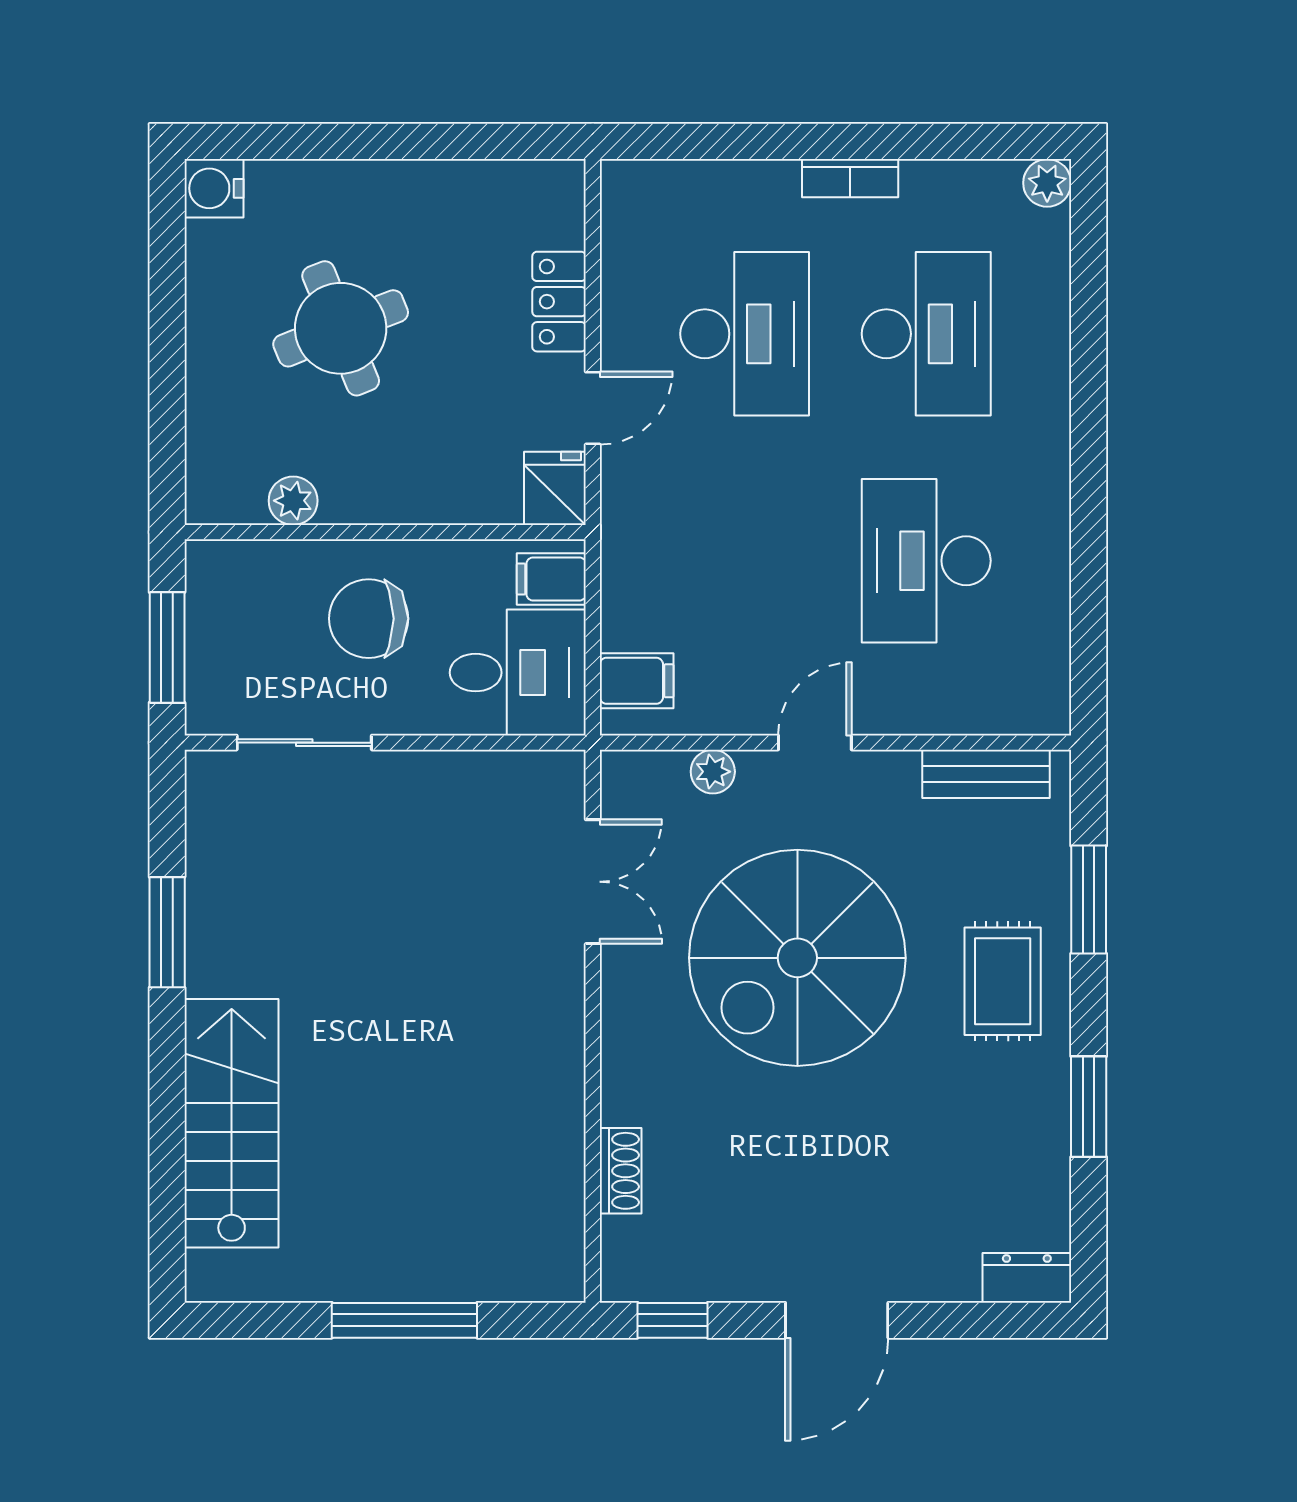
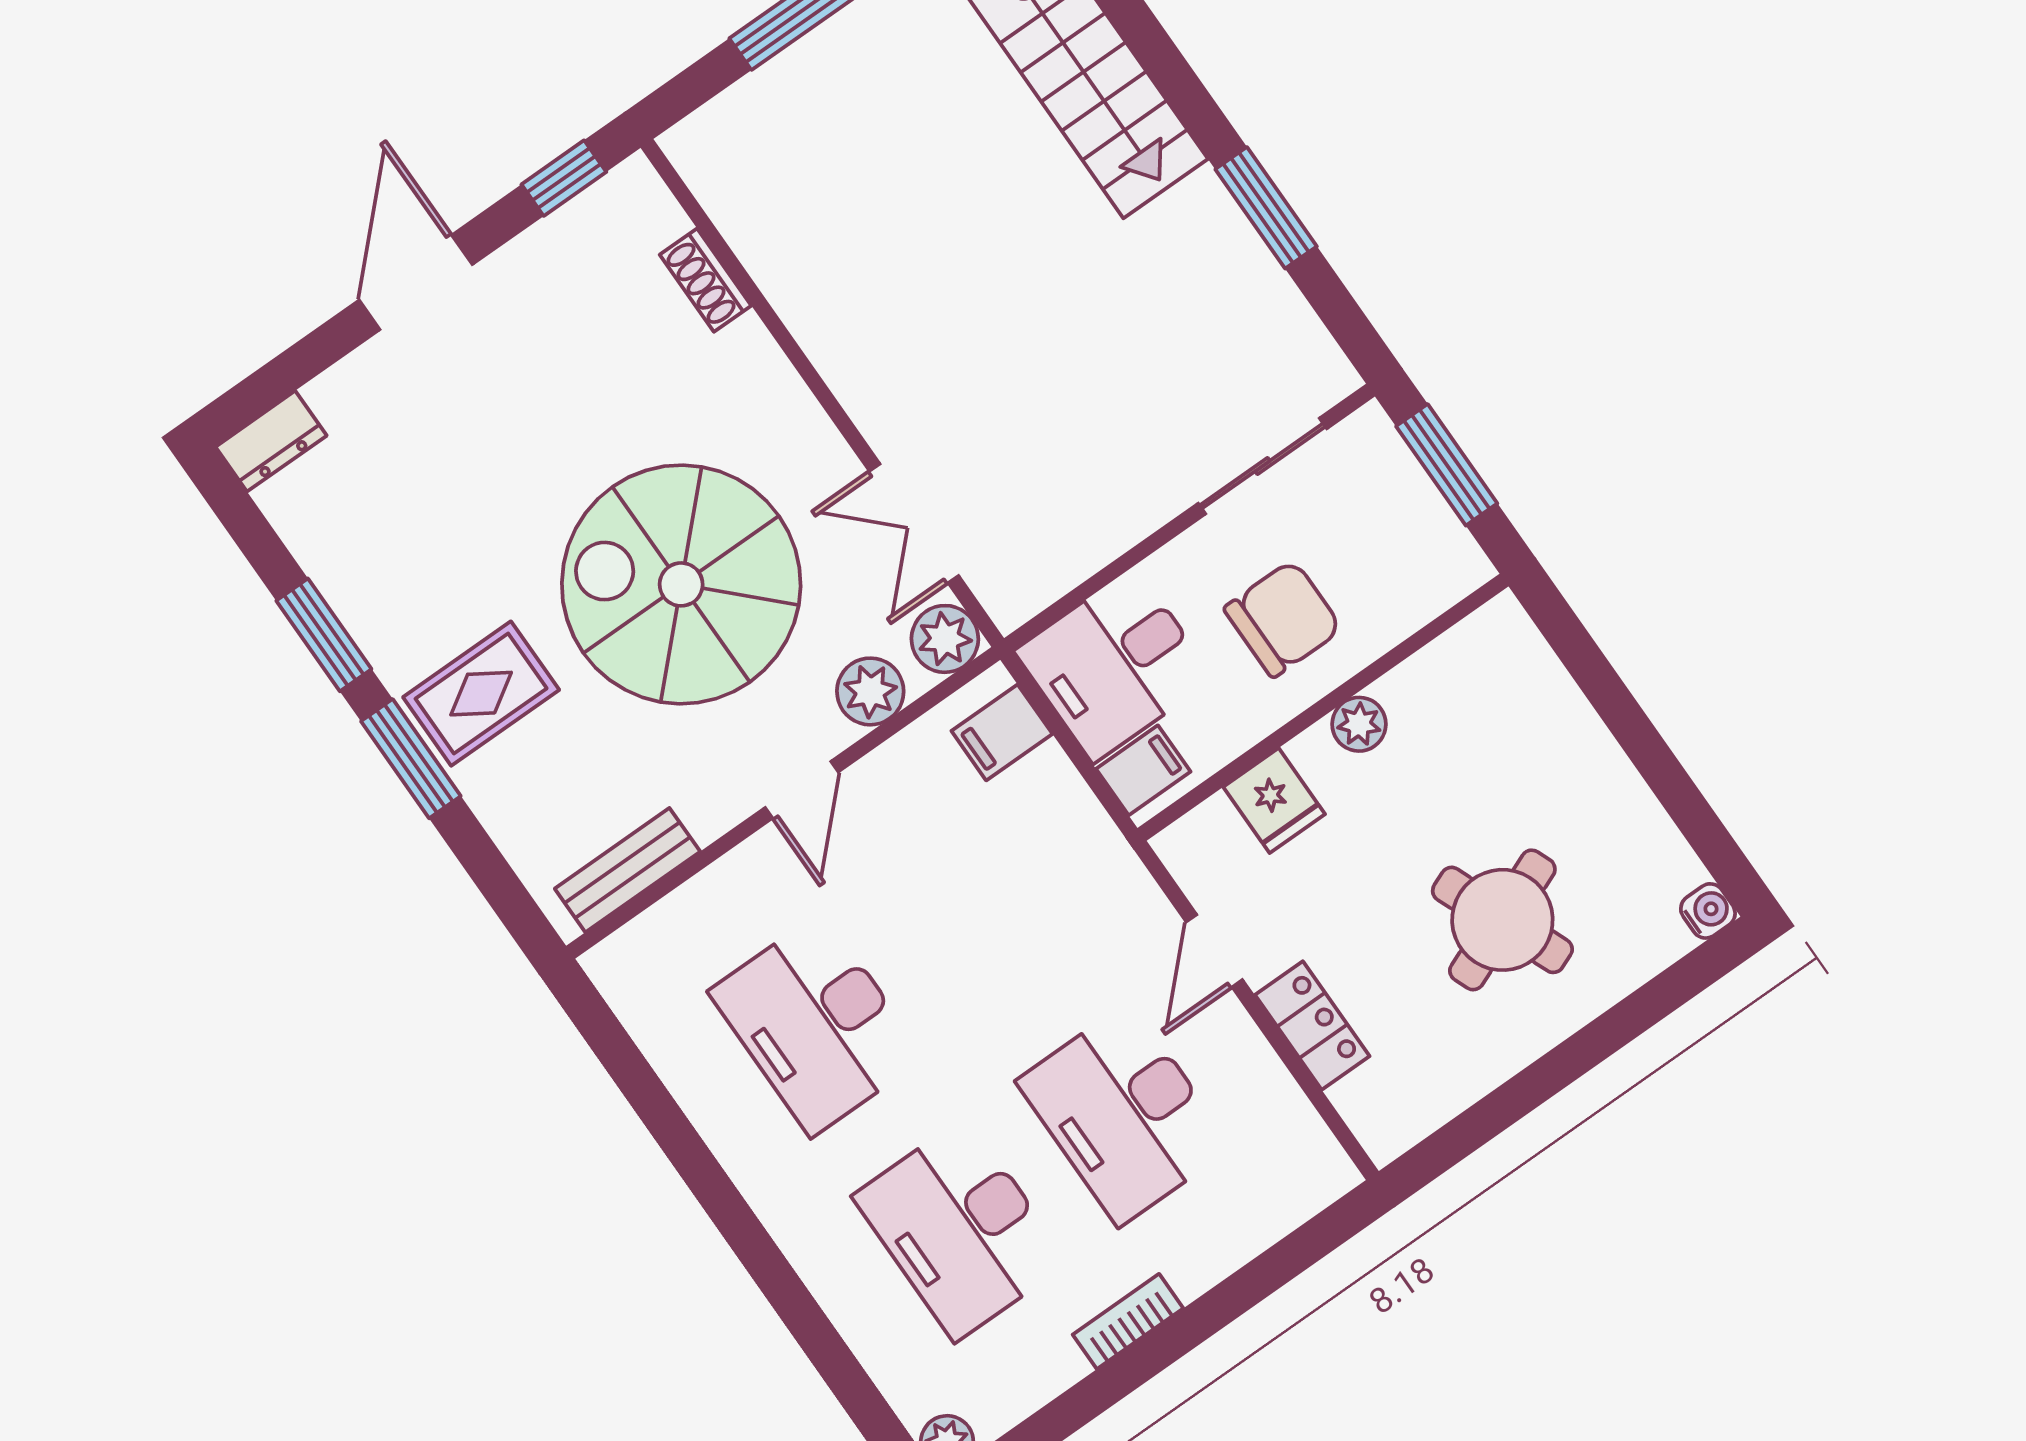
water cooler: (214, 188) -> (1708, 911), width x0.72, depth x0.72
round table: (341, 328) -> (1502, 920), moved
fridge: (555, 488) -> (1274, 801), moved
plant: (293, 501) -> (1359, 724), moved
desk: (926, 561) -> (817, 1024), turned 180
plant: (713, 772) -> (870, 691), width x1.38, depth x1.38
plant: (630, 780) -> (945, 639), added
window: (1089, 900) -> (411, 759), moved
spiral stairs: (797, 958) -> (681, 584), turned -90
rug: (1003, 981) -> (481, 694), turned 90

